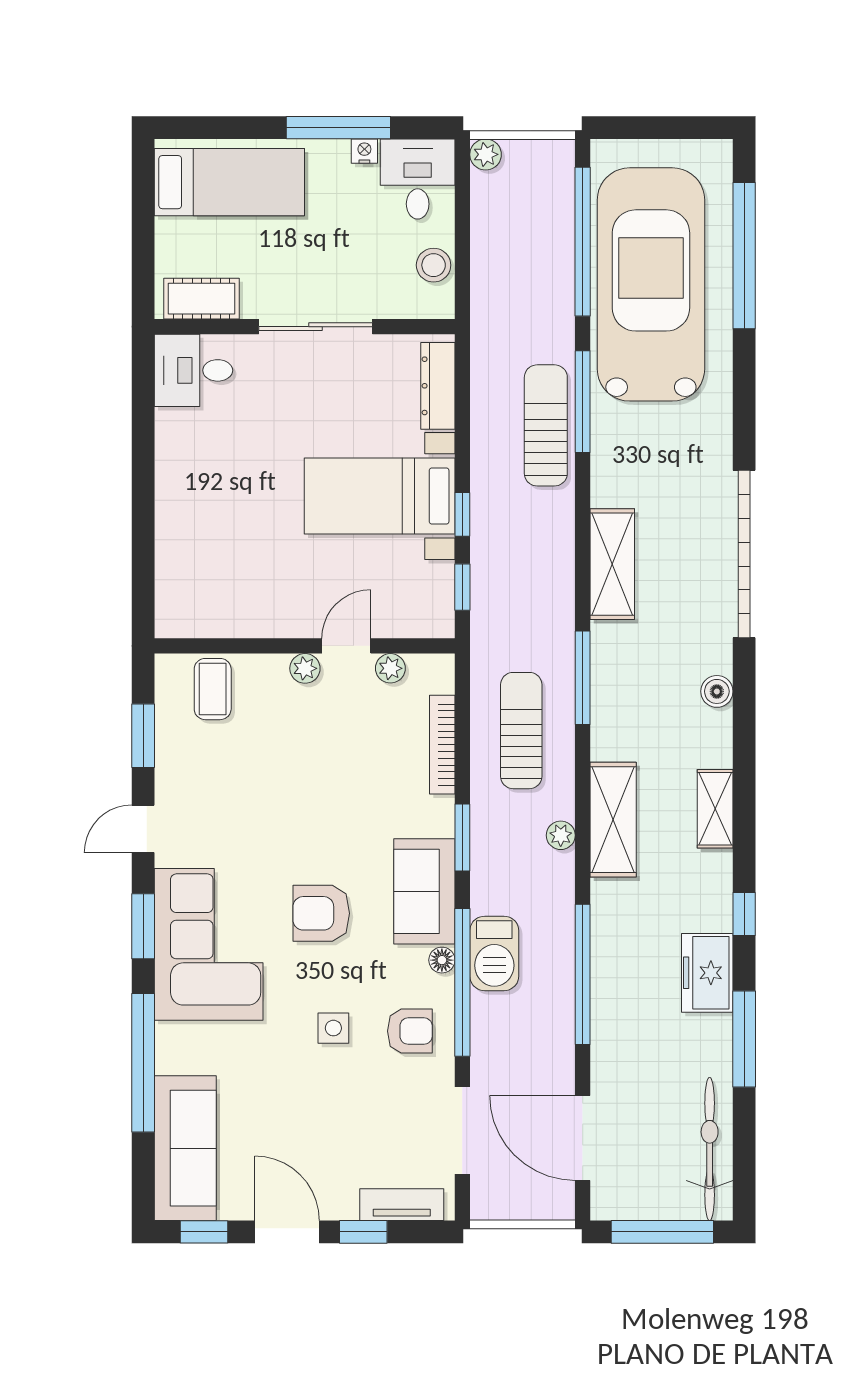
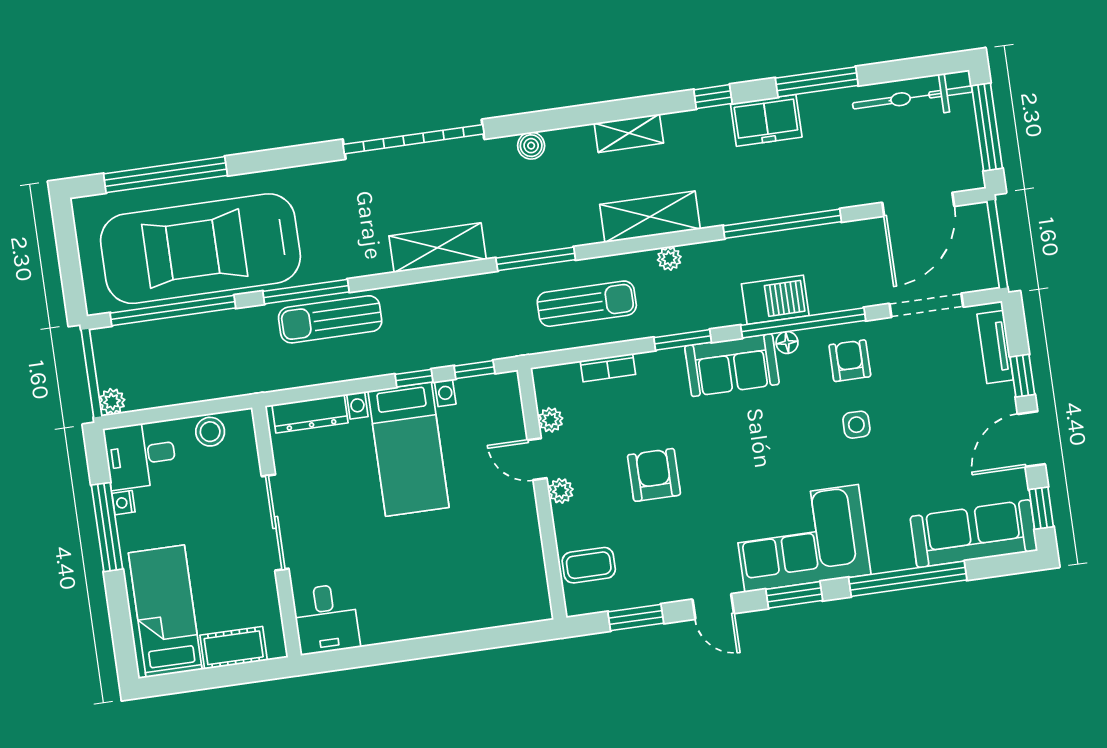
cot: (201, 299) -> (234, 648), moved, turned 90
sun lounger: (521, 731) -> (587, 304), turned 180
bookcase: (442, 745) -> (608, 368), width x0.64
armchair: (321, 913) -> (654, 475), moved, turned 180

